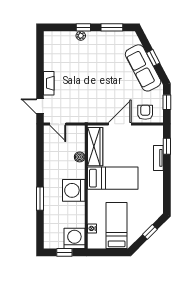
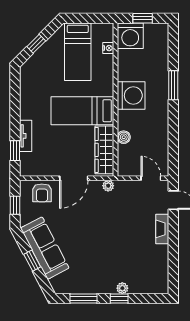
plant: (92, 118) -> (108, 186), added

